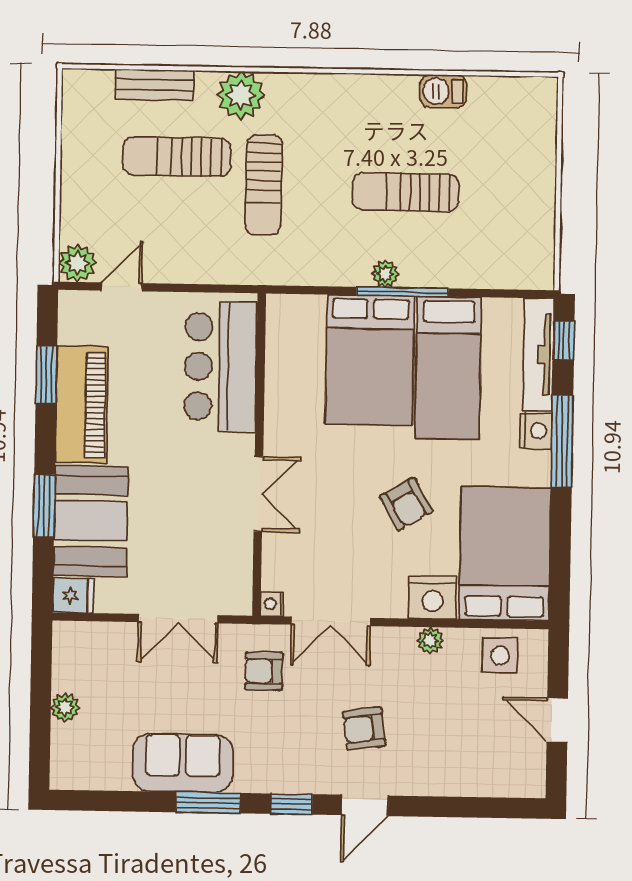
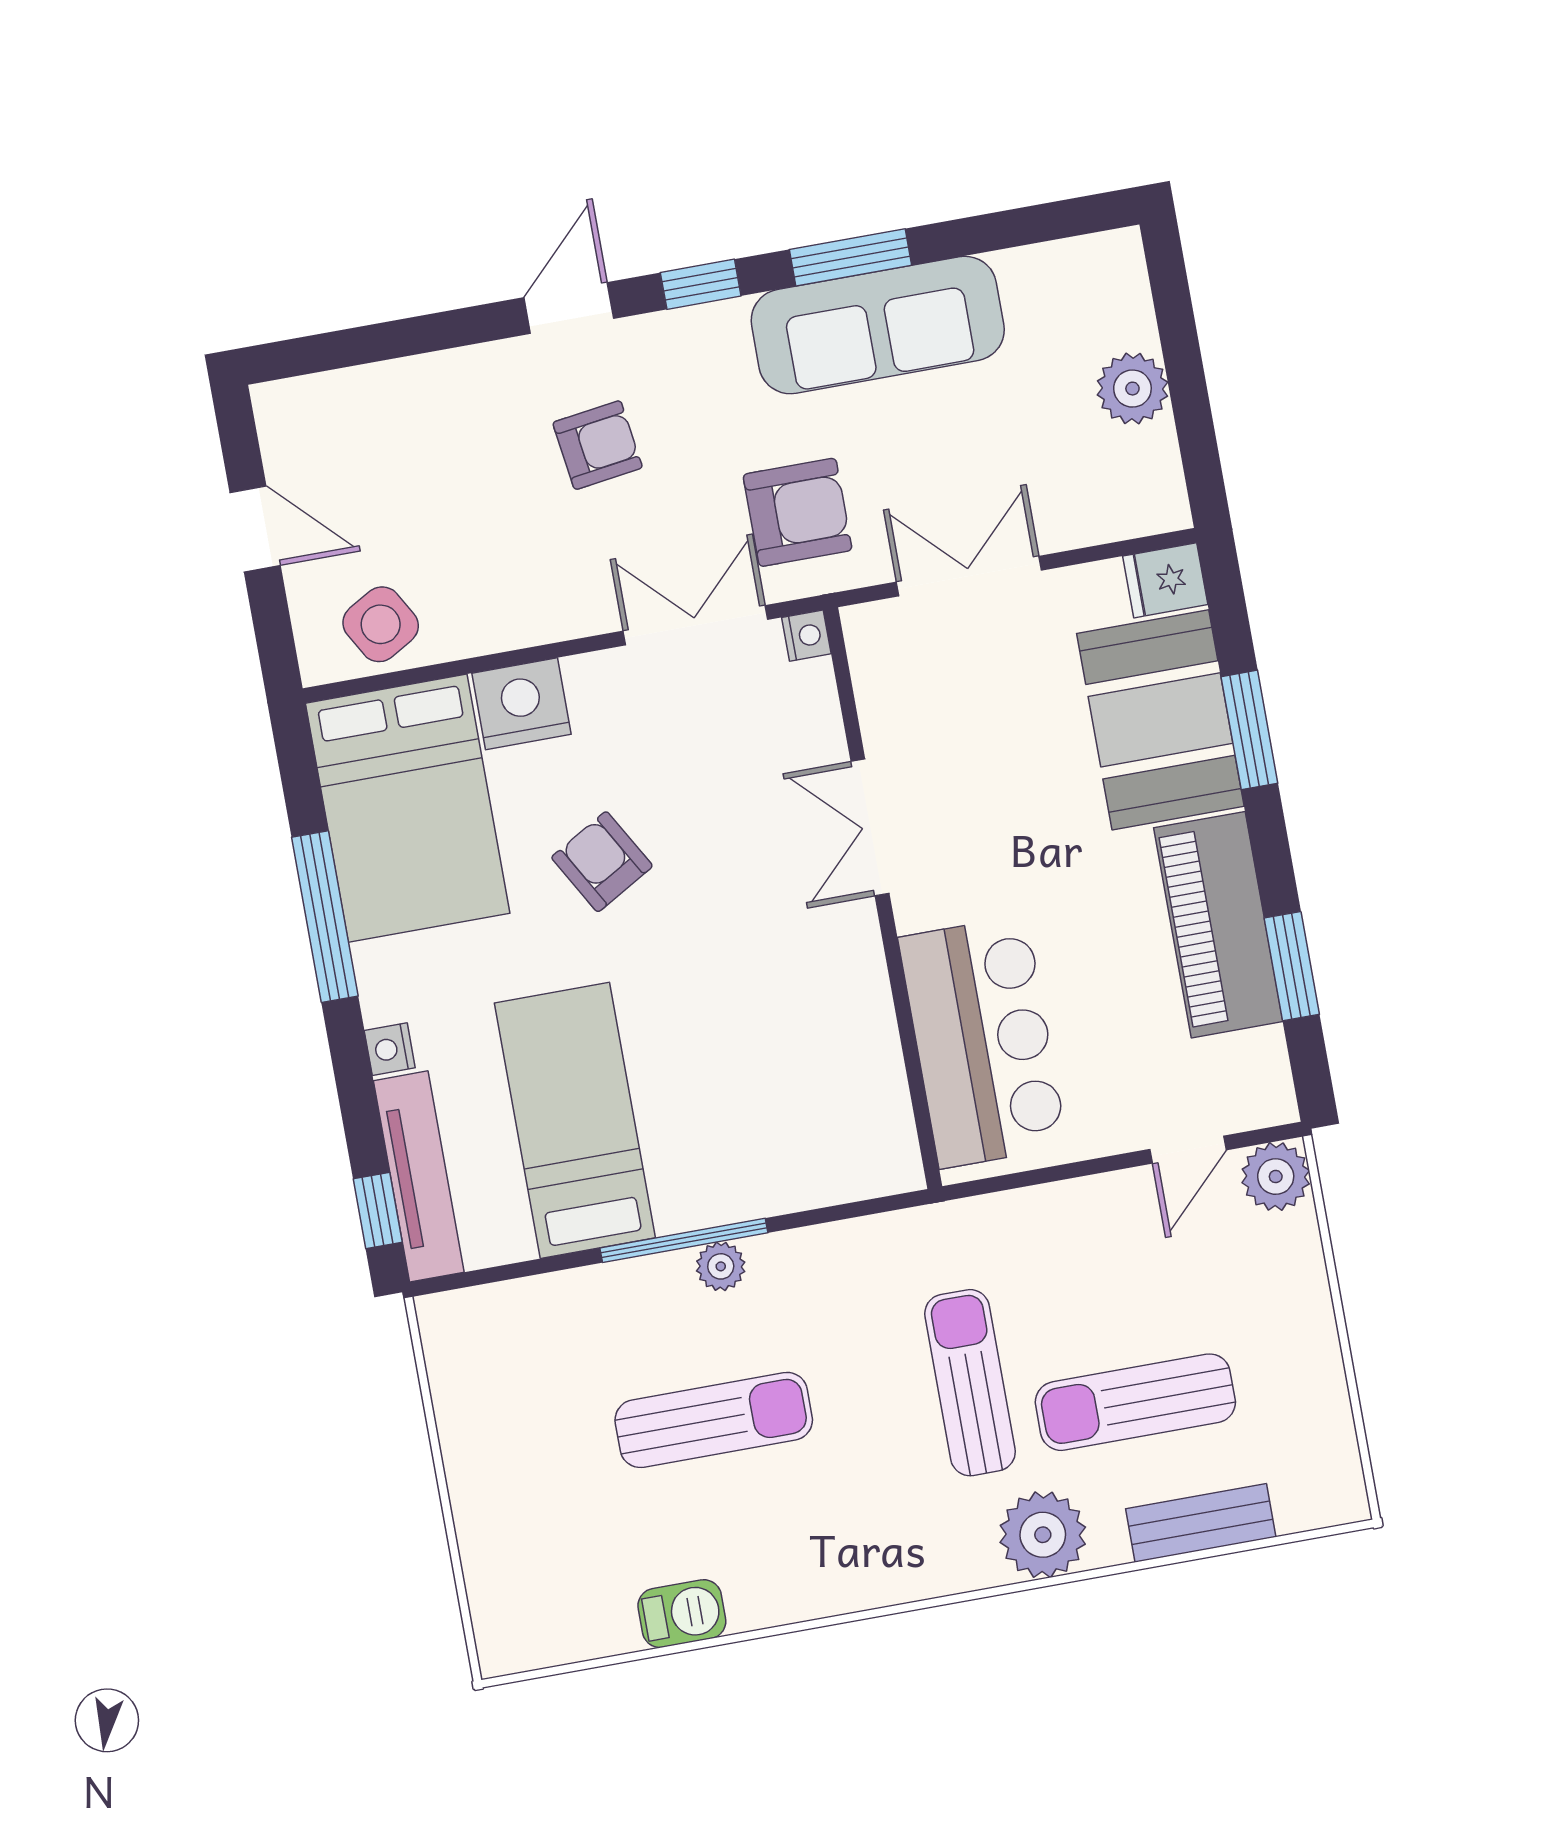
sun lounger: (177, 157) -> (1135, 1402), turned 180
bed: (370, 360) -> (718, 1107), removed
nightstand: (536, 431) -> (390, 1049), width x0.72, depth x0.74
window: (562, 441) -> (325, 917), moved
plant: (430, 640) -> (511, 626), removed
side table: (500, 655) -> (381, 624), turned -30
armchair: (264, 671) -> (798, 512), width x1.38, depth x1.38
plant: (65, 707) -> (1132, 389), width x1.38, depth x1.38
sofa: (183, 763) -> (878, 325), width x1.36

